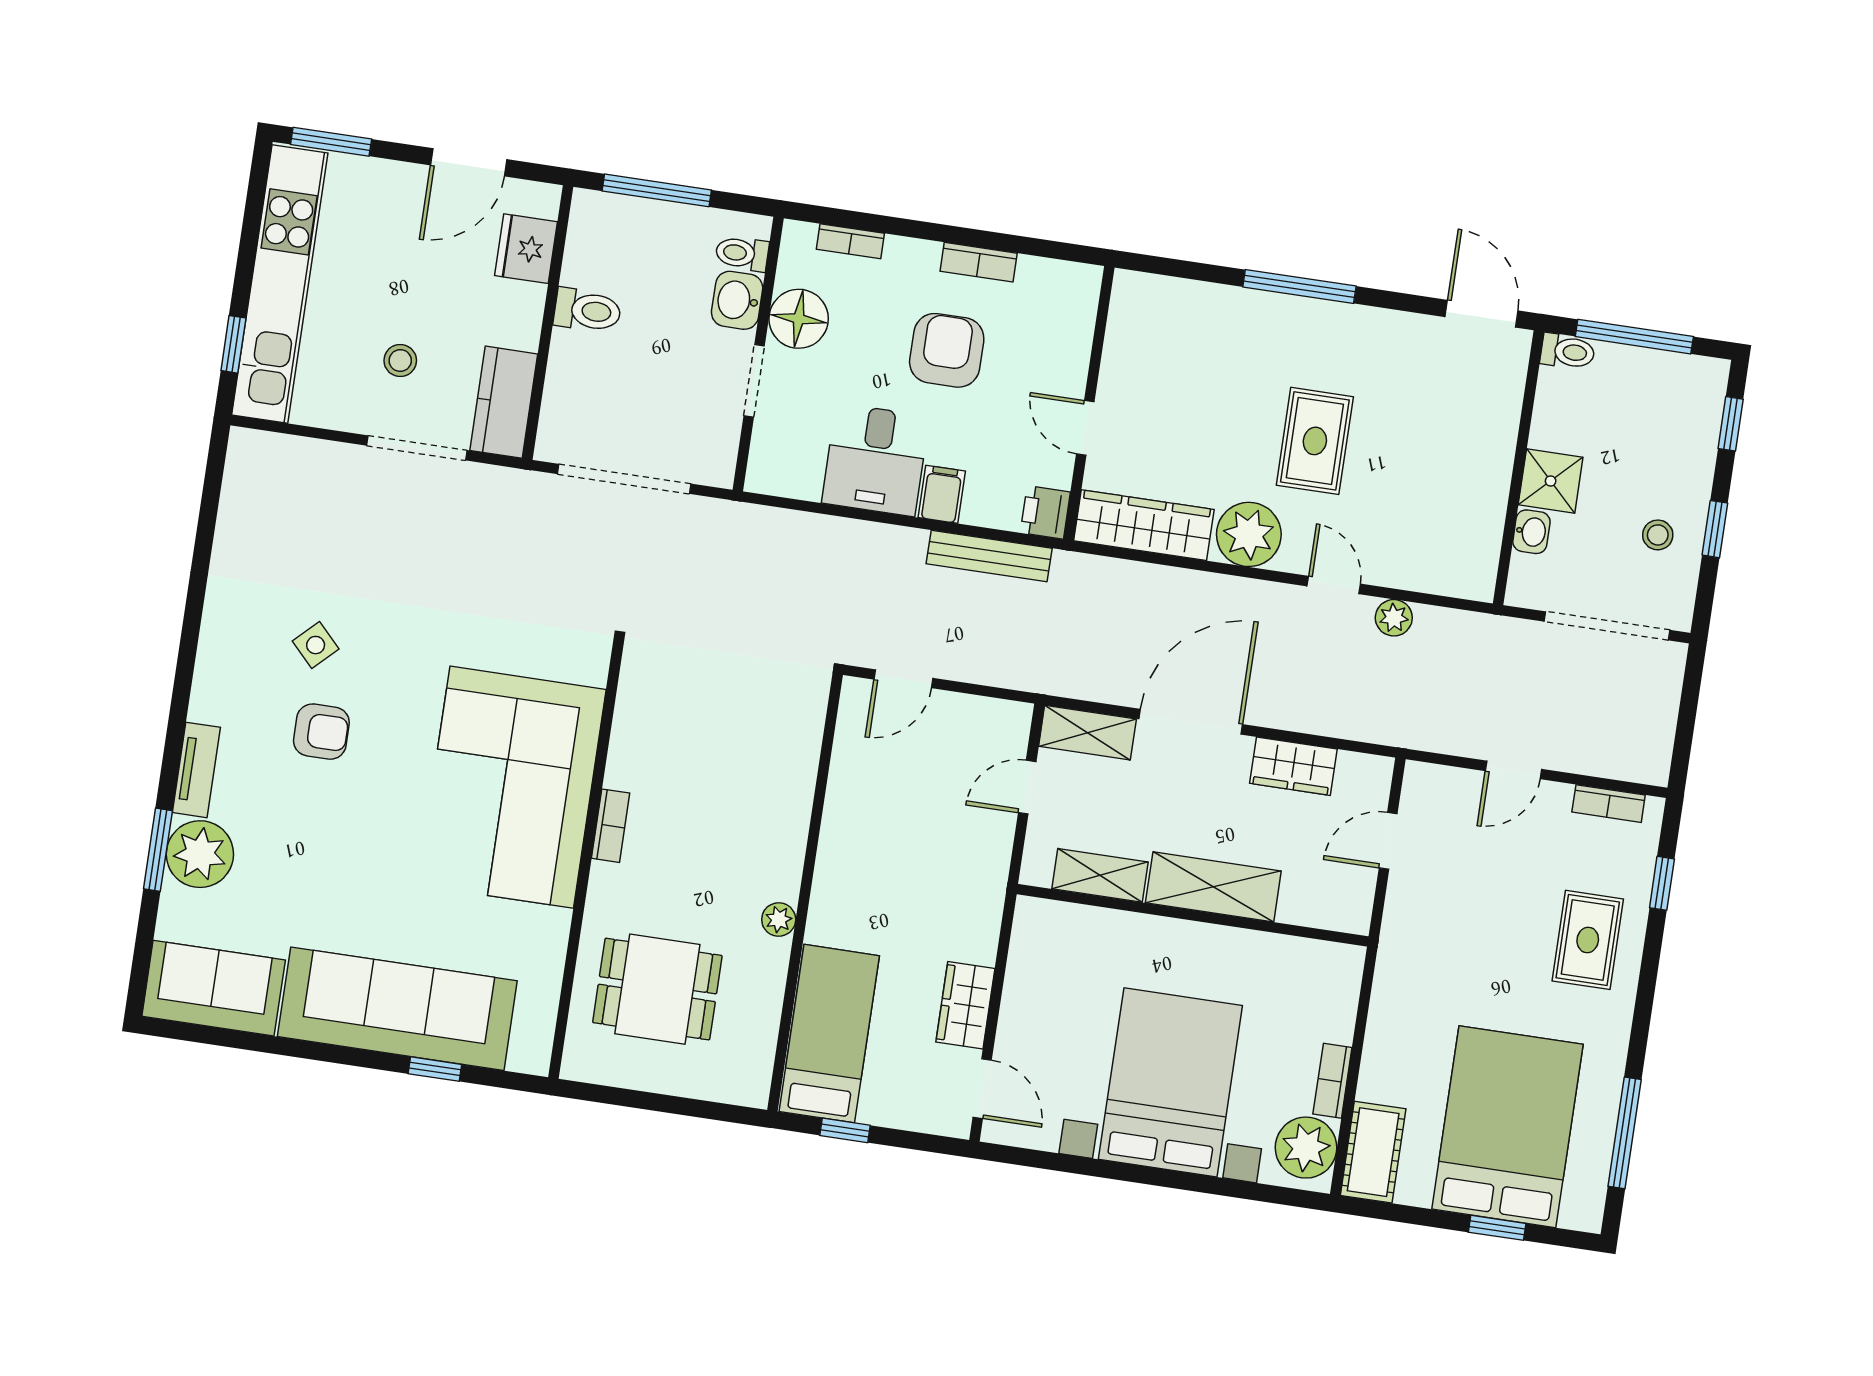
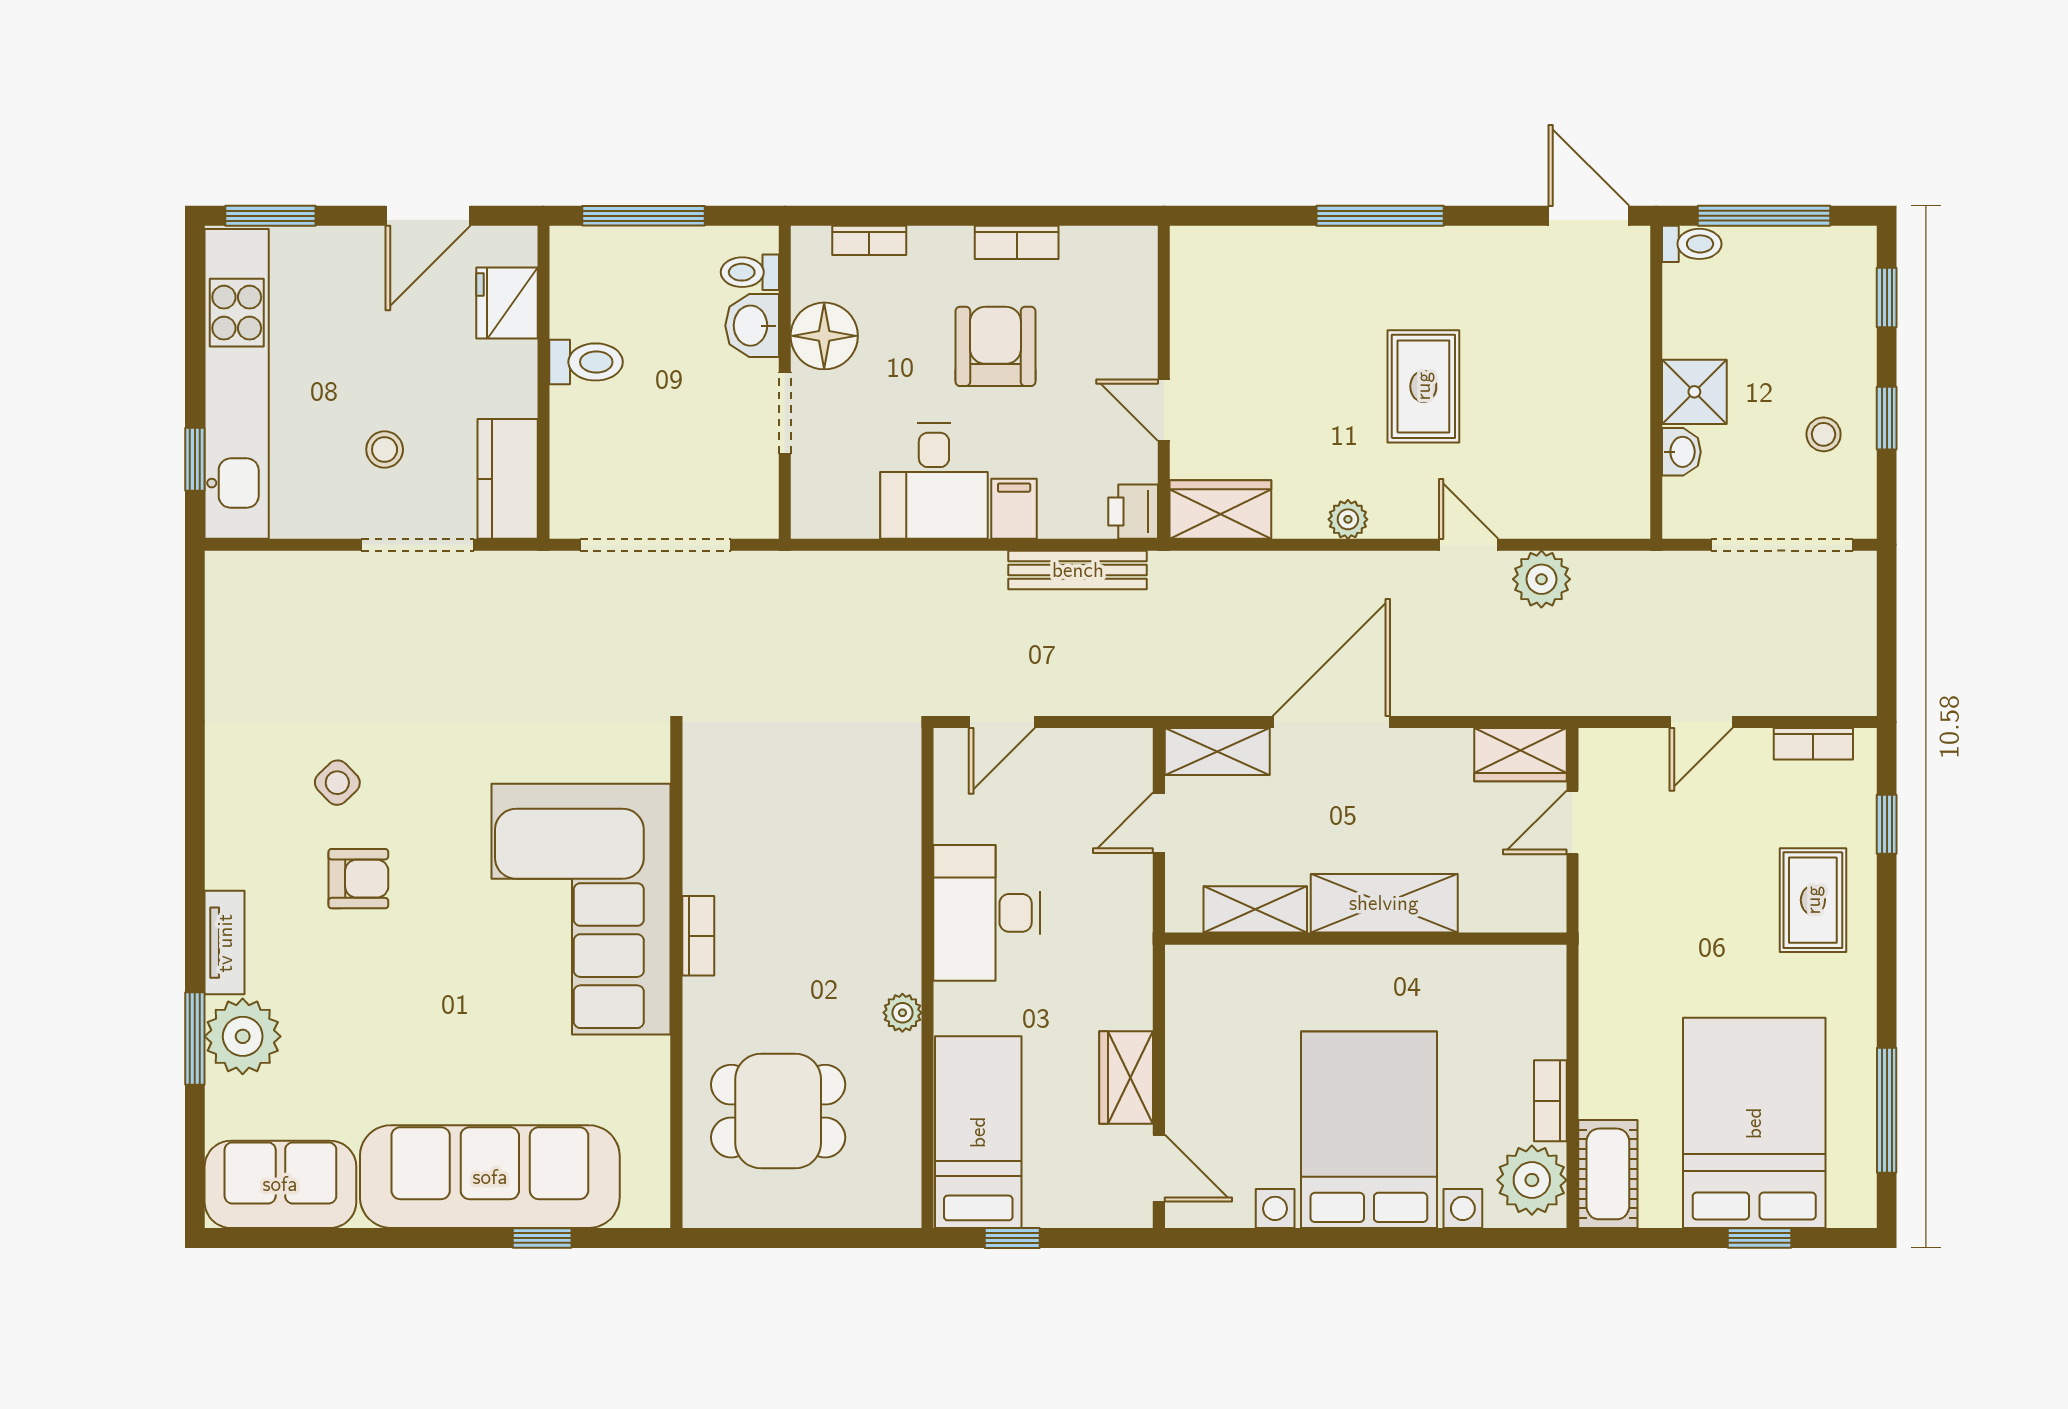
wardrobe: (1144, 525) -> (1220, 509), width x0.67
plant: (1249, 534) -> (1348, 519), width x0.53, depth x0.53
plant: (1394, 618) -> (1541, 579), width x1.38, depth x1.38
wardrobe: (1293, 766) -> (1520, 755), moved
desk: (865, 843) -> (987, 913), added

